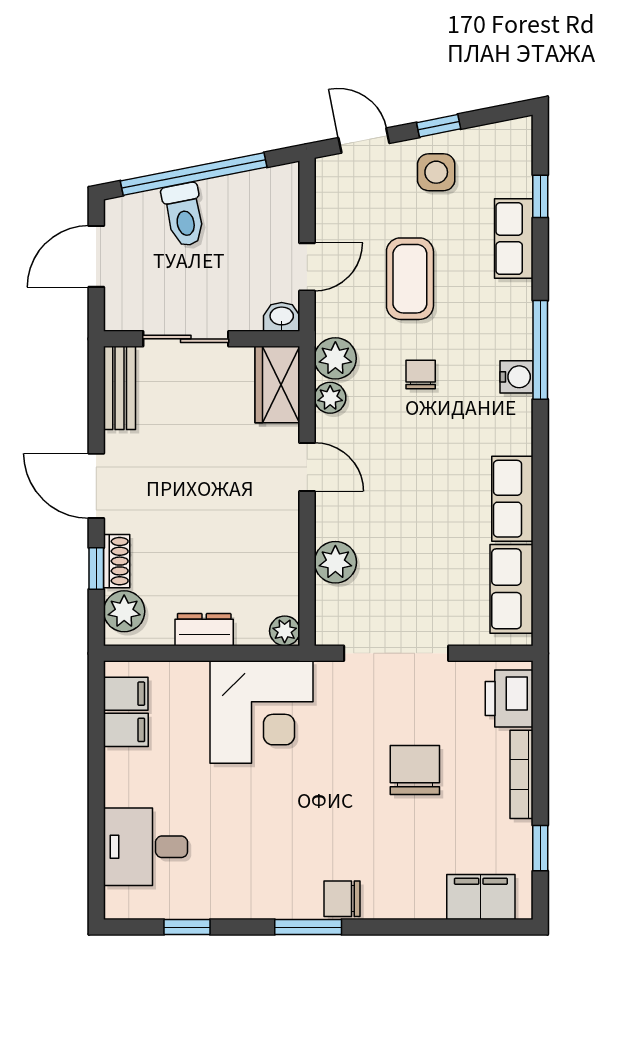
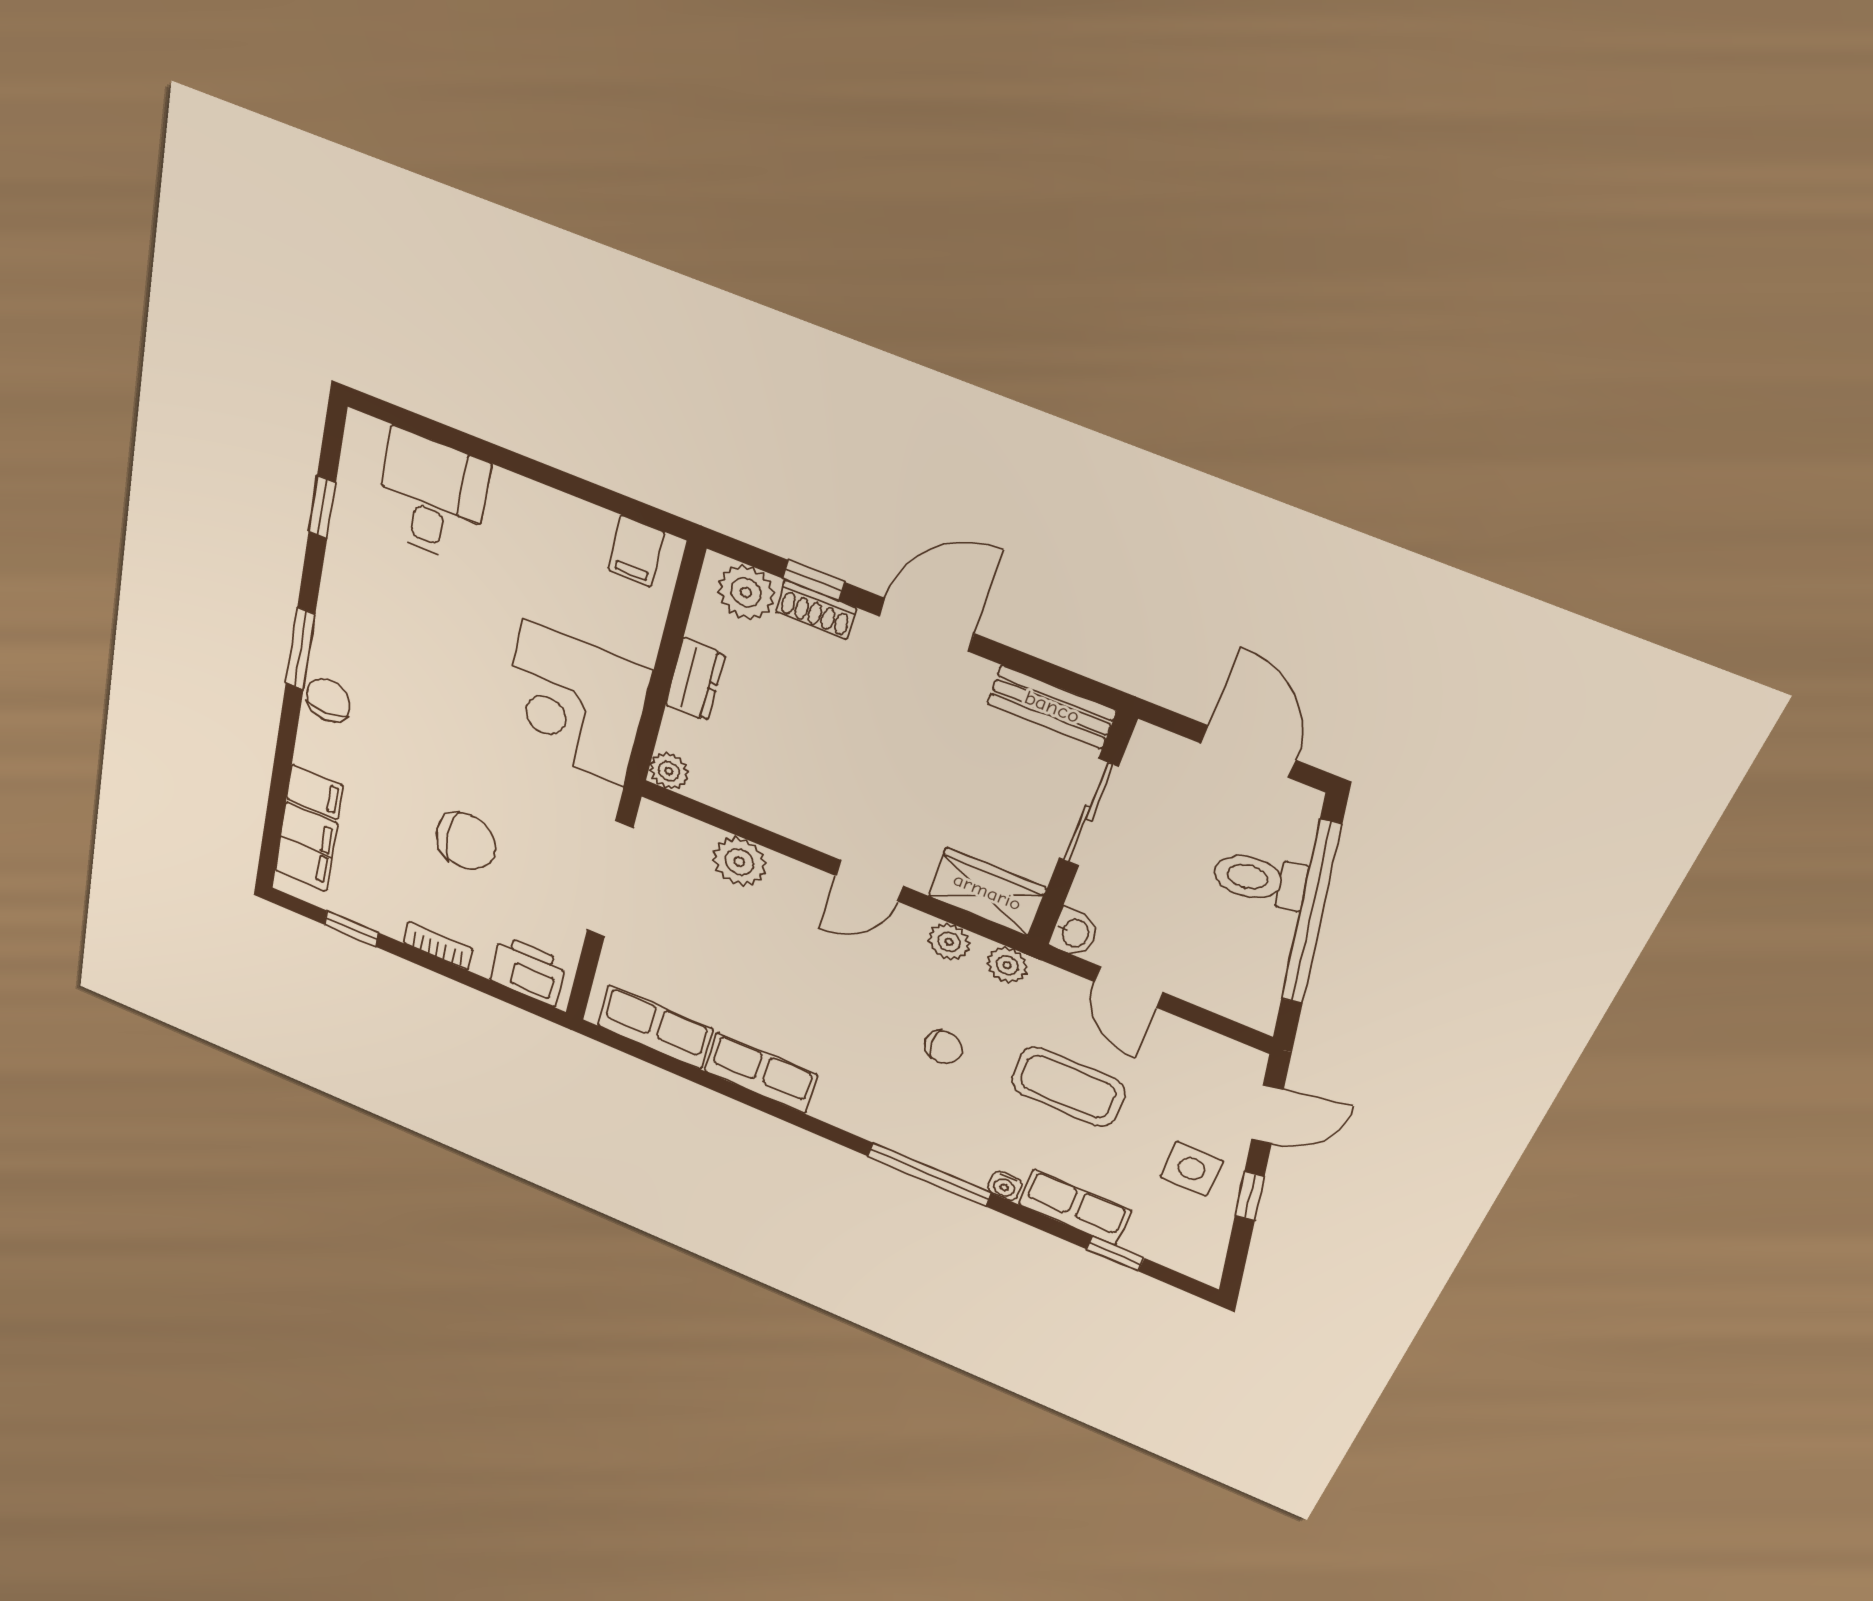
plant: (335, 358) -> (1007, 965), width x0.73, depth x0.73
water cooler: (516, 377) -> (1005, 1186), moved, width x0.72, depth x0.72
filing cabinet: (126, 730) -> (315, 792), moved, turned -90
bookcase: (521, 774) -> (438, 946), width x0.64

